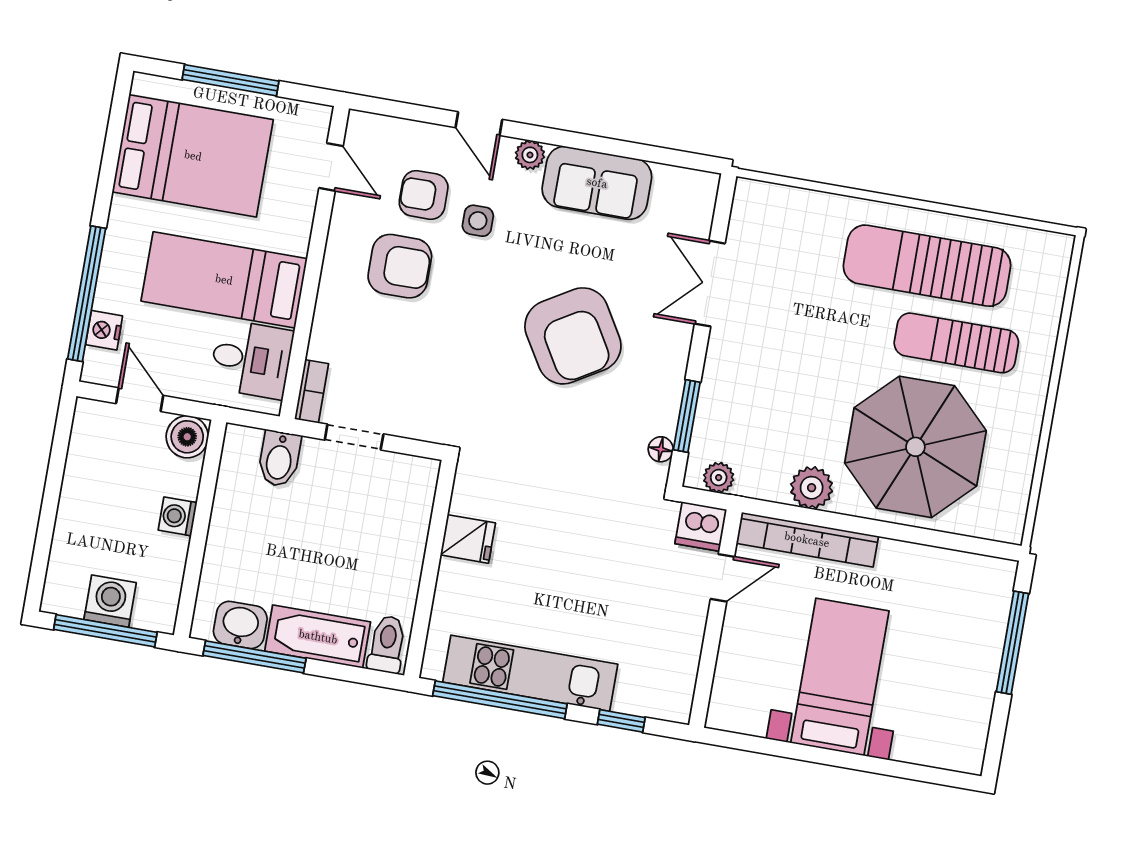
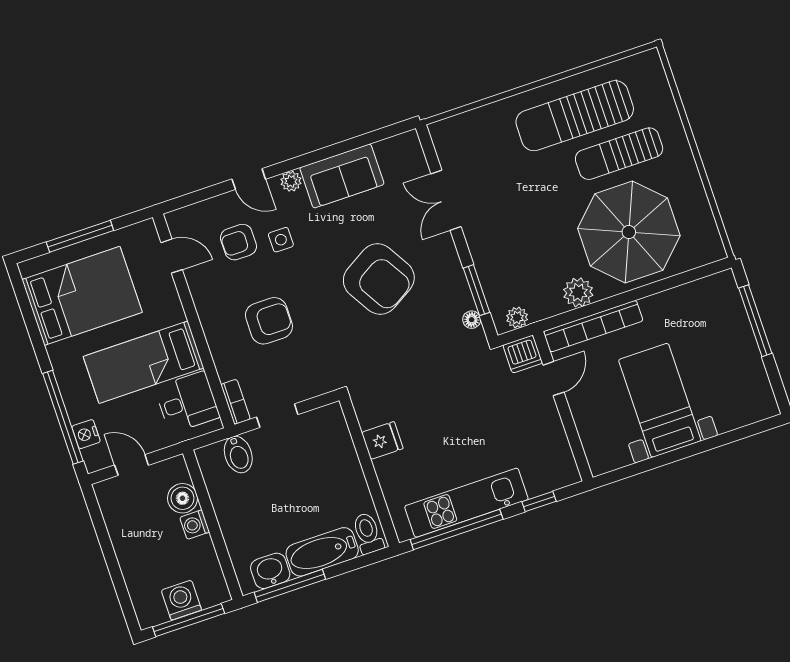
armchair: (400, 266) -> (269, 321), moved
boiler: (187, 437) -> (183, 498), moved

